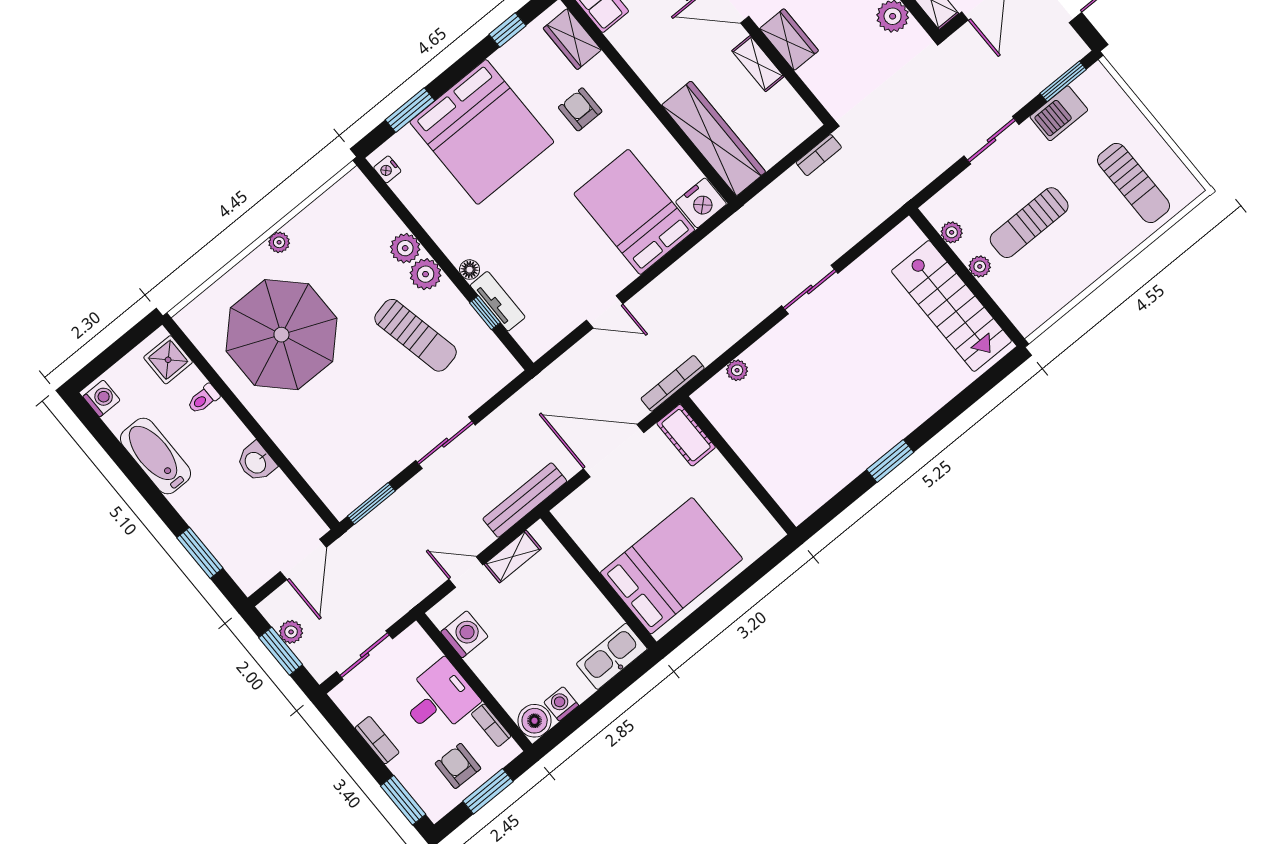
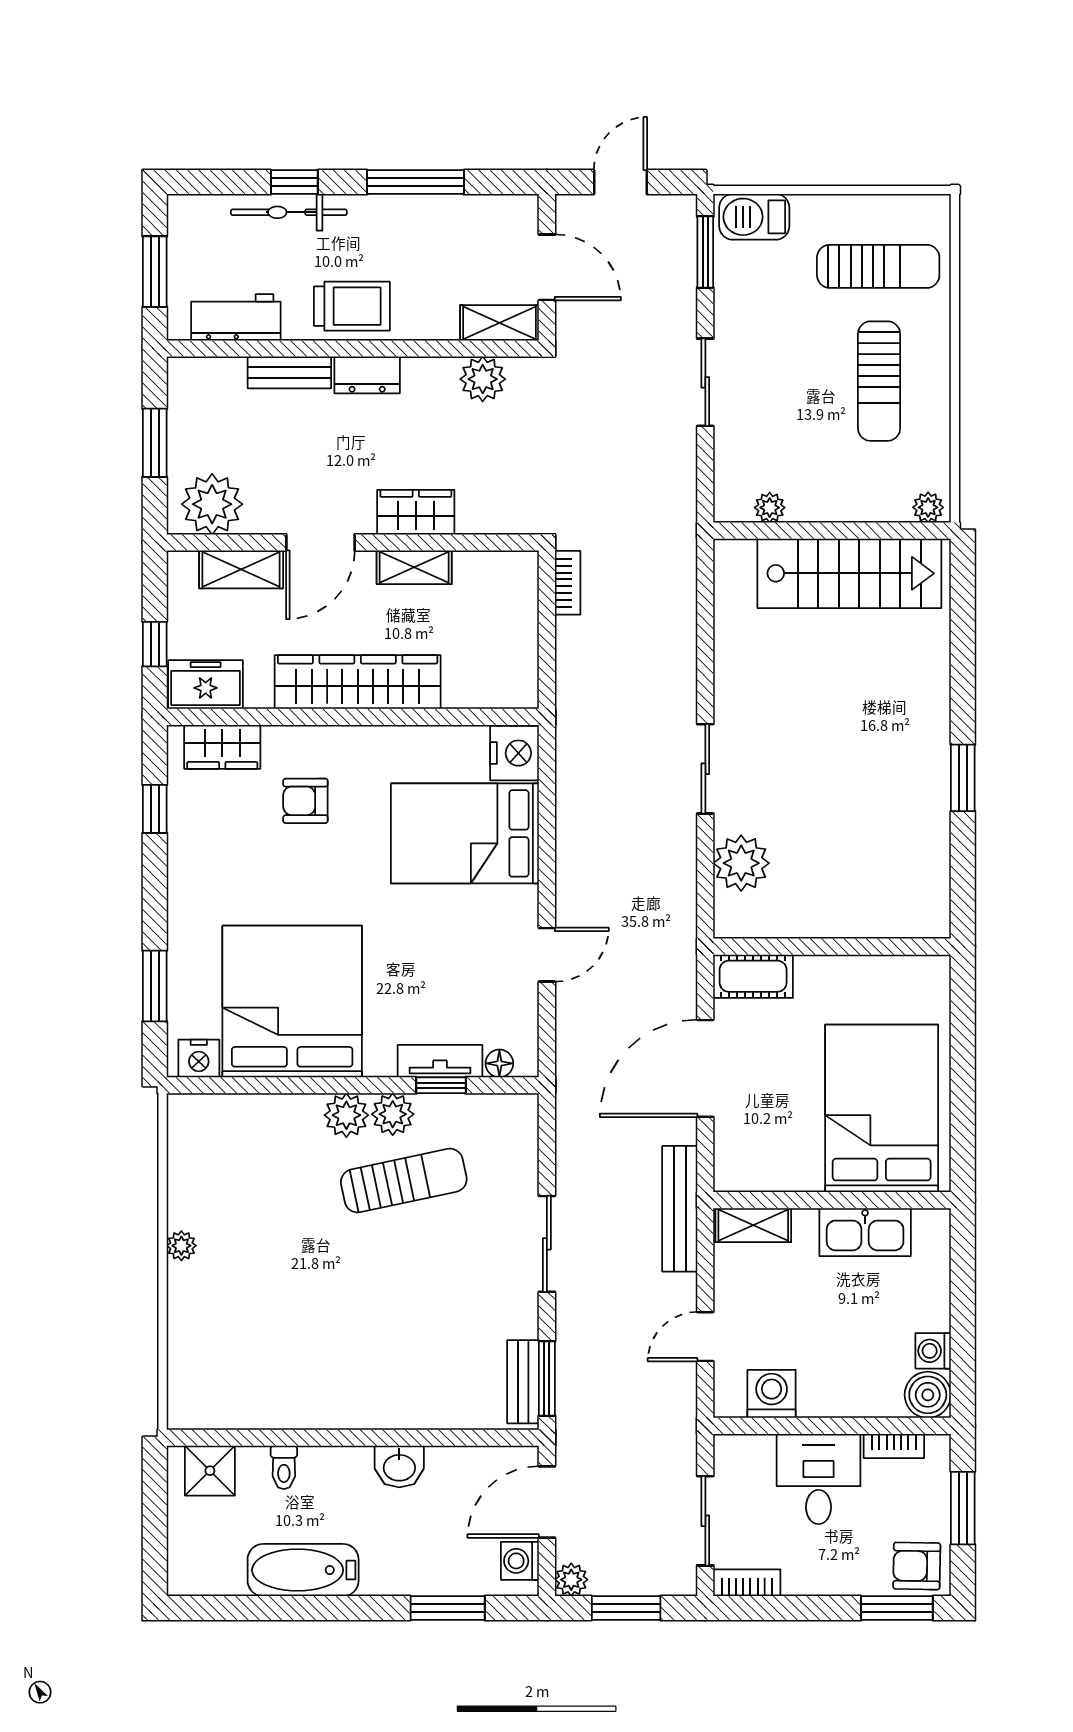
barbecue: (1059, 113) -> (754, 217), moved, turned 90
bed: (482, 132) -> (292, 1001), moved, turned -90
wardrobe: (714, 138) -> (358, 682), moved
nightstand: (387, 169) -> (199, 1058), width x1.39, depth x1.35
sun lounger: (1029, 223) -> (879, 381), moved
plant: (405, 248) -> (393, 1114), moved
plant: (980, 266) -> (928, 507), moved
floor lamp: (470, 270) -> (499, 1063), moved
sliding door: (810, 290) -> (705, 769), moved
parasol: (281, 335) -> (284, 1325), removed
plant: (737, 370) -> (741, 863), width x1.88, depth x1.88
bookcase: (673, 383) -> (685, 945), removed
washing machine: (102, 398) -> (520, 1561), moved, turned -90
bench: (359, 492) -> (523, 1382), added
shelving: (513, 557) -> (753, 1225), moved, turned 90
door: (303, 559) -> (547, 1502), swing flipped
plant: (291, 632) -> (571, 1580), moved
kitchen sink: (612, 656) -> (865, 1232), moved, turned -90
bookcase: (377, 740) -> (747, 1583), moved
armchair: (458, 766) -> (917, 1566), moved

